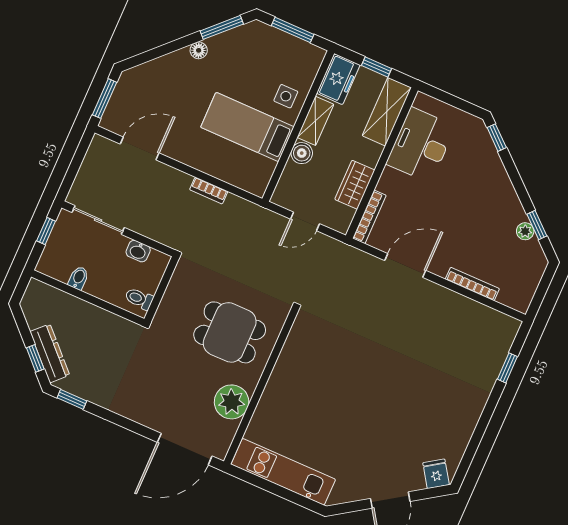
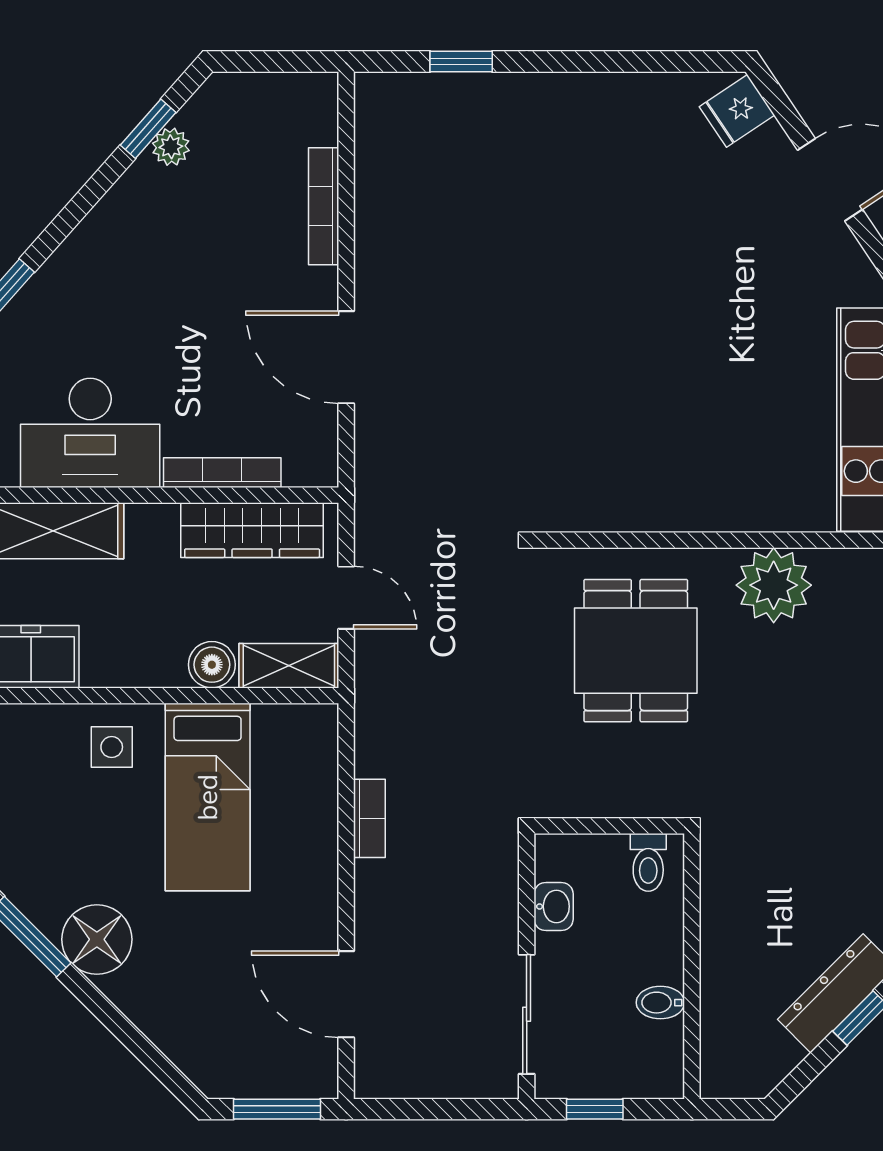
floor lamp: (199, 50) -> (97, 939), width x1.89, depth x1.89
shelving: (315, 121) -> (289, 666), moved
wardrobe: (355, 185) -> (252, 530), width x1.50
bookcase: (369, 217) -> (222, 473), moved

